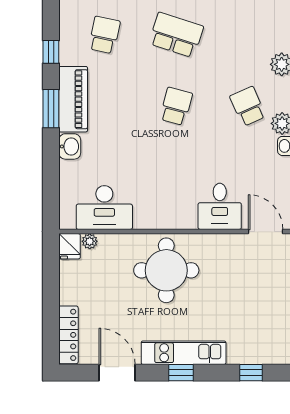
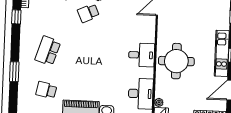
school desk: (176, 106) -> (87, 52), removed
desk: (220, 206) -> (142, 55), moved

